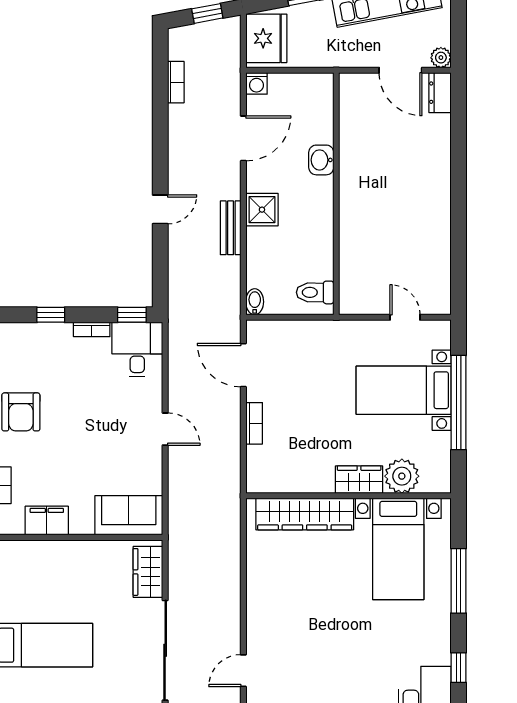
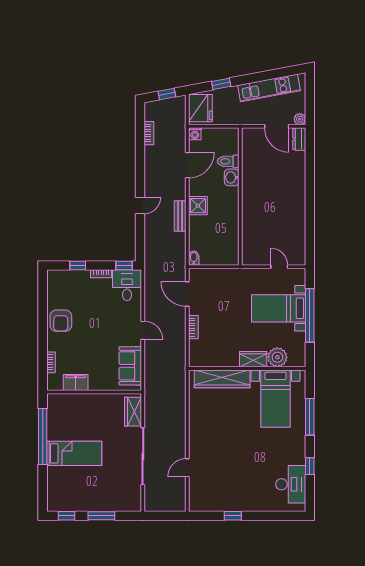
toilet: (315, 292) -> (228, 161), moved
sofa: (129, 515) -> (130, 366), moved, turned -90

